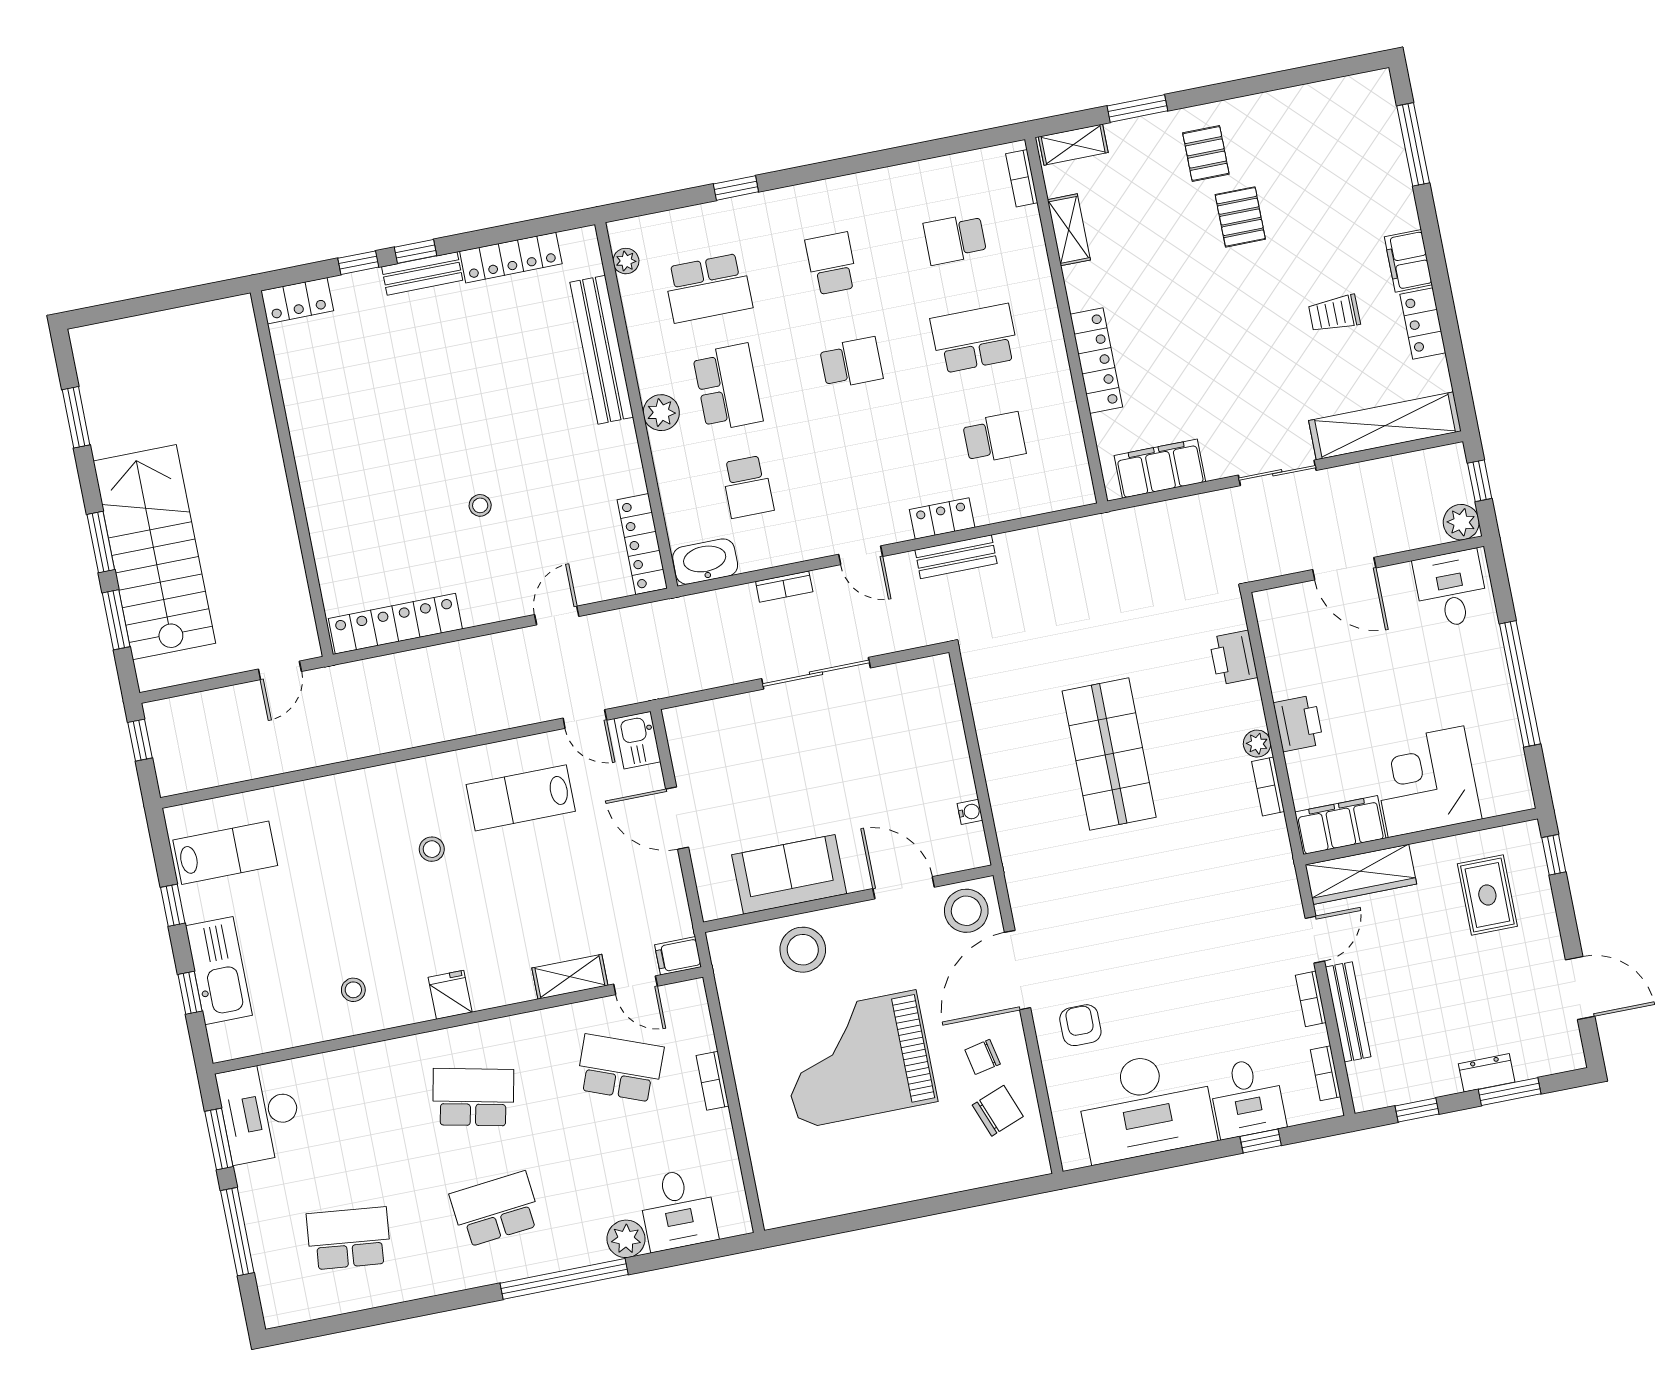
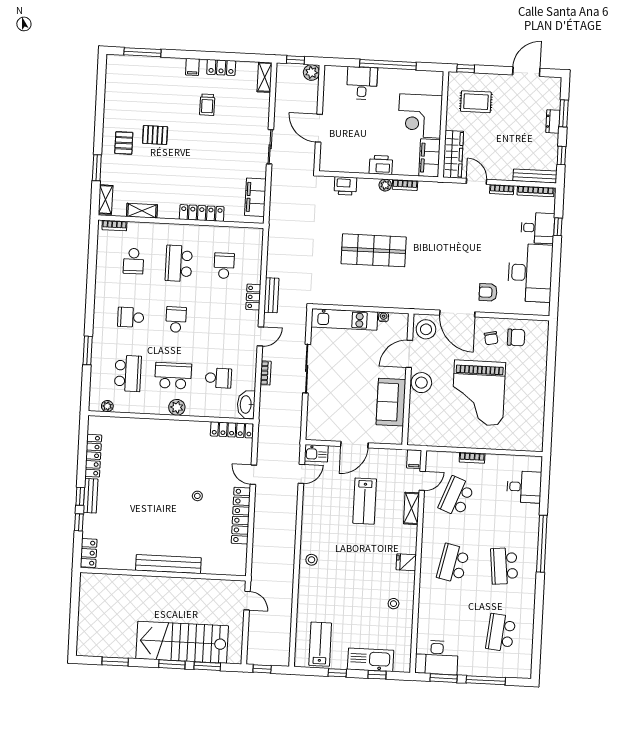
pallet: (1206, 153) -> (124, 143), turned 90
window: (736, 188) -> (88, 350), width x1.50
filing cabinet: (1408, 261) -> (192, 67), width x0.50
bench: (602, 350) -> (168, 564), moved
shelving: (1385, 426) -> (265, 77), width x0.45, depth x0.75
door: (1344, 569) -> (319, 128), swing flipped
desk: (1451, 589) -> (362, 83), moved, turned 90
locker: (395, 624) -> (241, 516), moved
kitchen unit: (943, 728) -> (344, 319), added
lab bench: (521, 798) -> (365, 501), moved
stool: (432, 849) -> (312, 560), moved
stool: (803, 950) -> (421, 383), moved
bench: (1348, 1012) -> (535, 176), moved
bookcase: (1326, 1073) -> (536, 191), width x1.56
chair: (998, 1111) -> (516, 337), turned 111
plant: (626, 1239) -> (531, 513), removed

